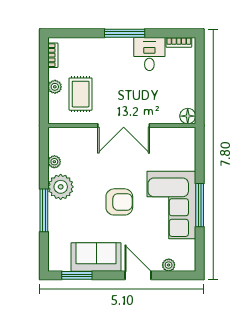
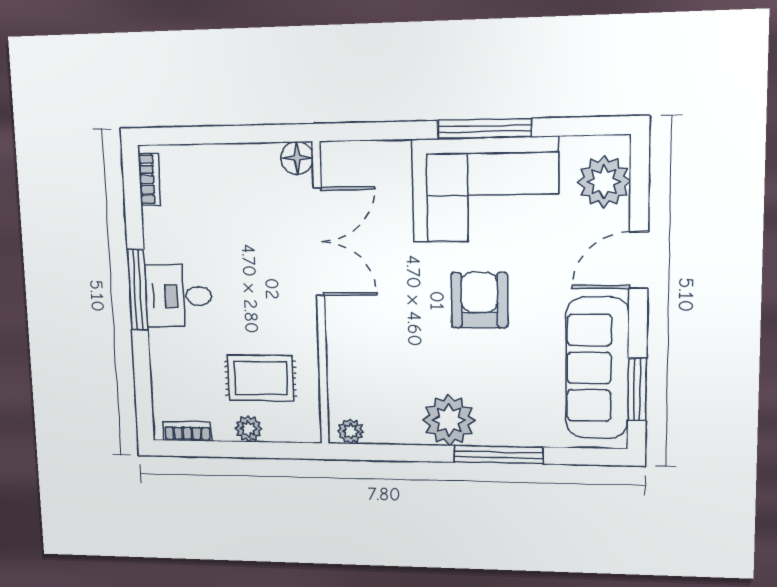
desk: (149, 54) -> (178, 296), moved
double door: (124, 125) -> (319, 242), moved
plant: (54, 162) -> (351, 431), moved
sofa: (96, 257) -> (597, 368), width x1.36
plant: (169, 265) -> (604, 182), width x1.88, depth x1.88

